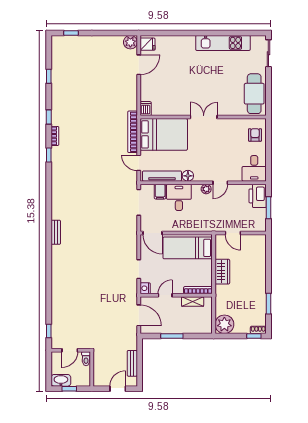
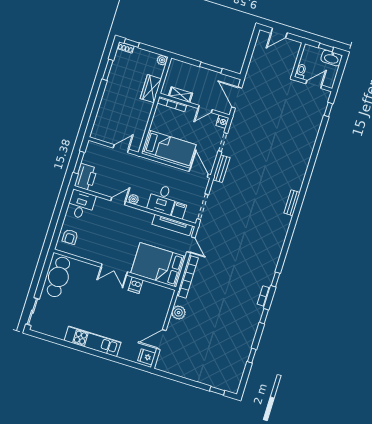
plant: (130, 42) -> (179, 313), moved
kitchen unit: (223, 43) -> (93, 341), moved
dishwasher: (146, 109) -> (136, 285), moved
floor lamp: (188, 176) -> (147, 218), removed
door: (233, 233) -> (121, 149), hinge flipped
wardrobe: (222, 272) -> (151, 89), moved
plant: (224, 324) -> (162, 60), width x0.53, depth x0.53
bench: (132, 363) -> (221, 169), moved

